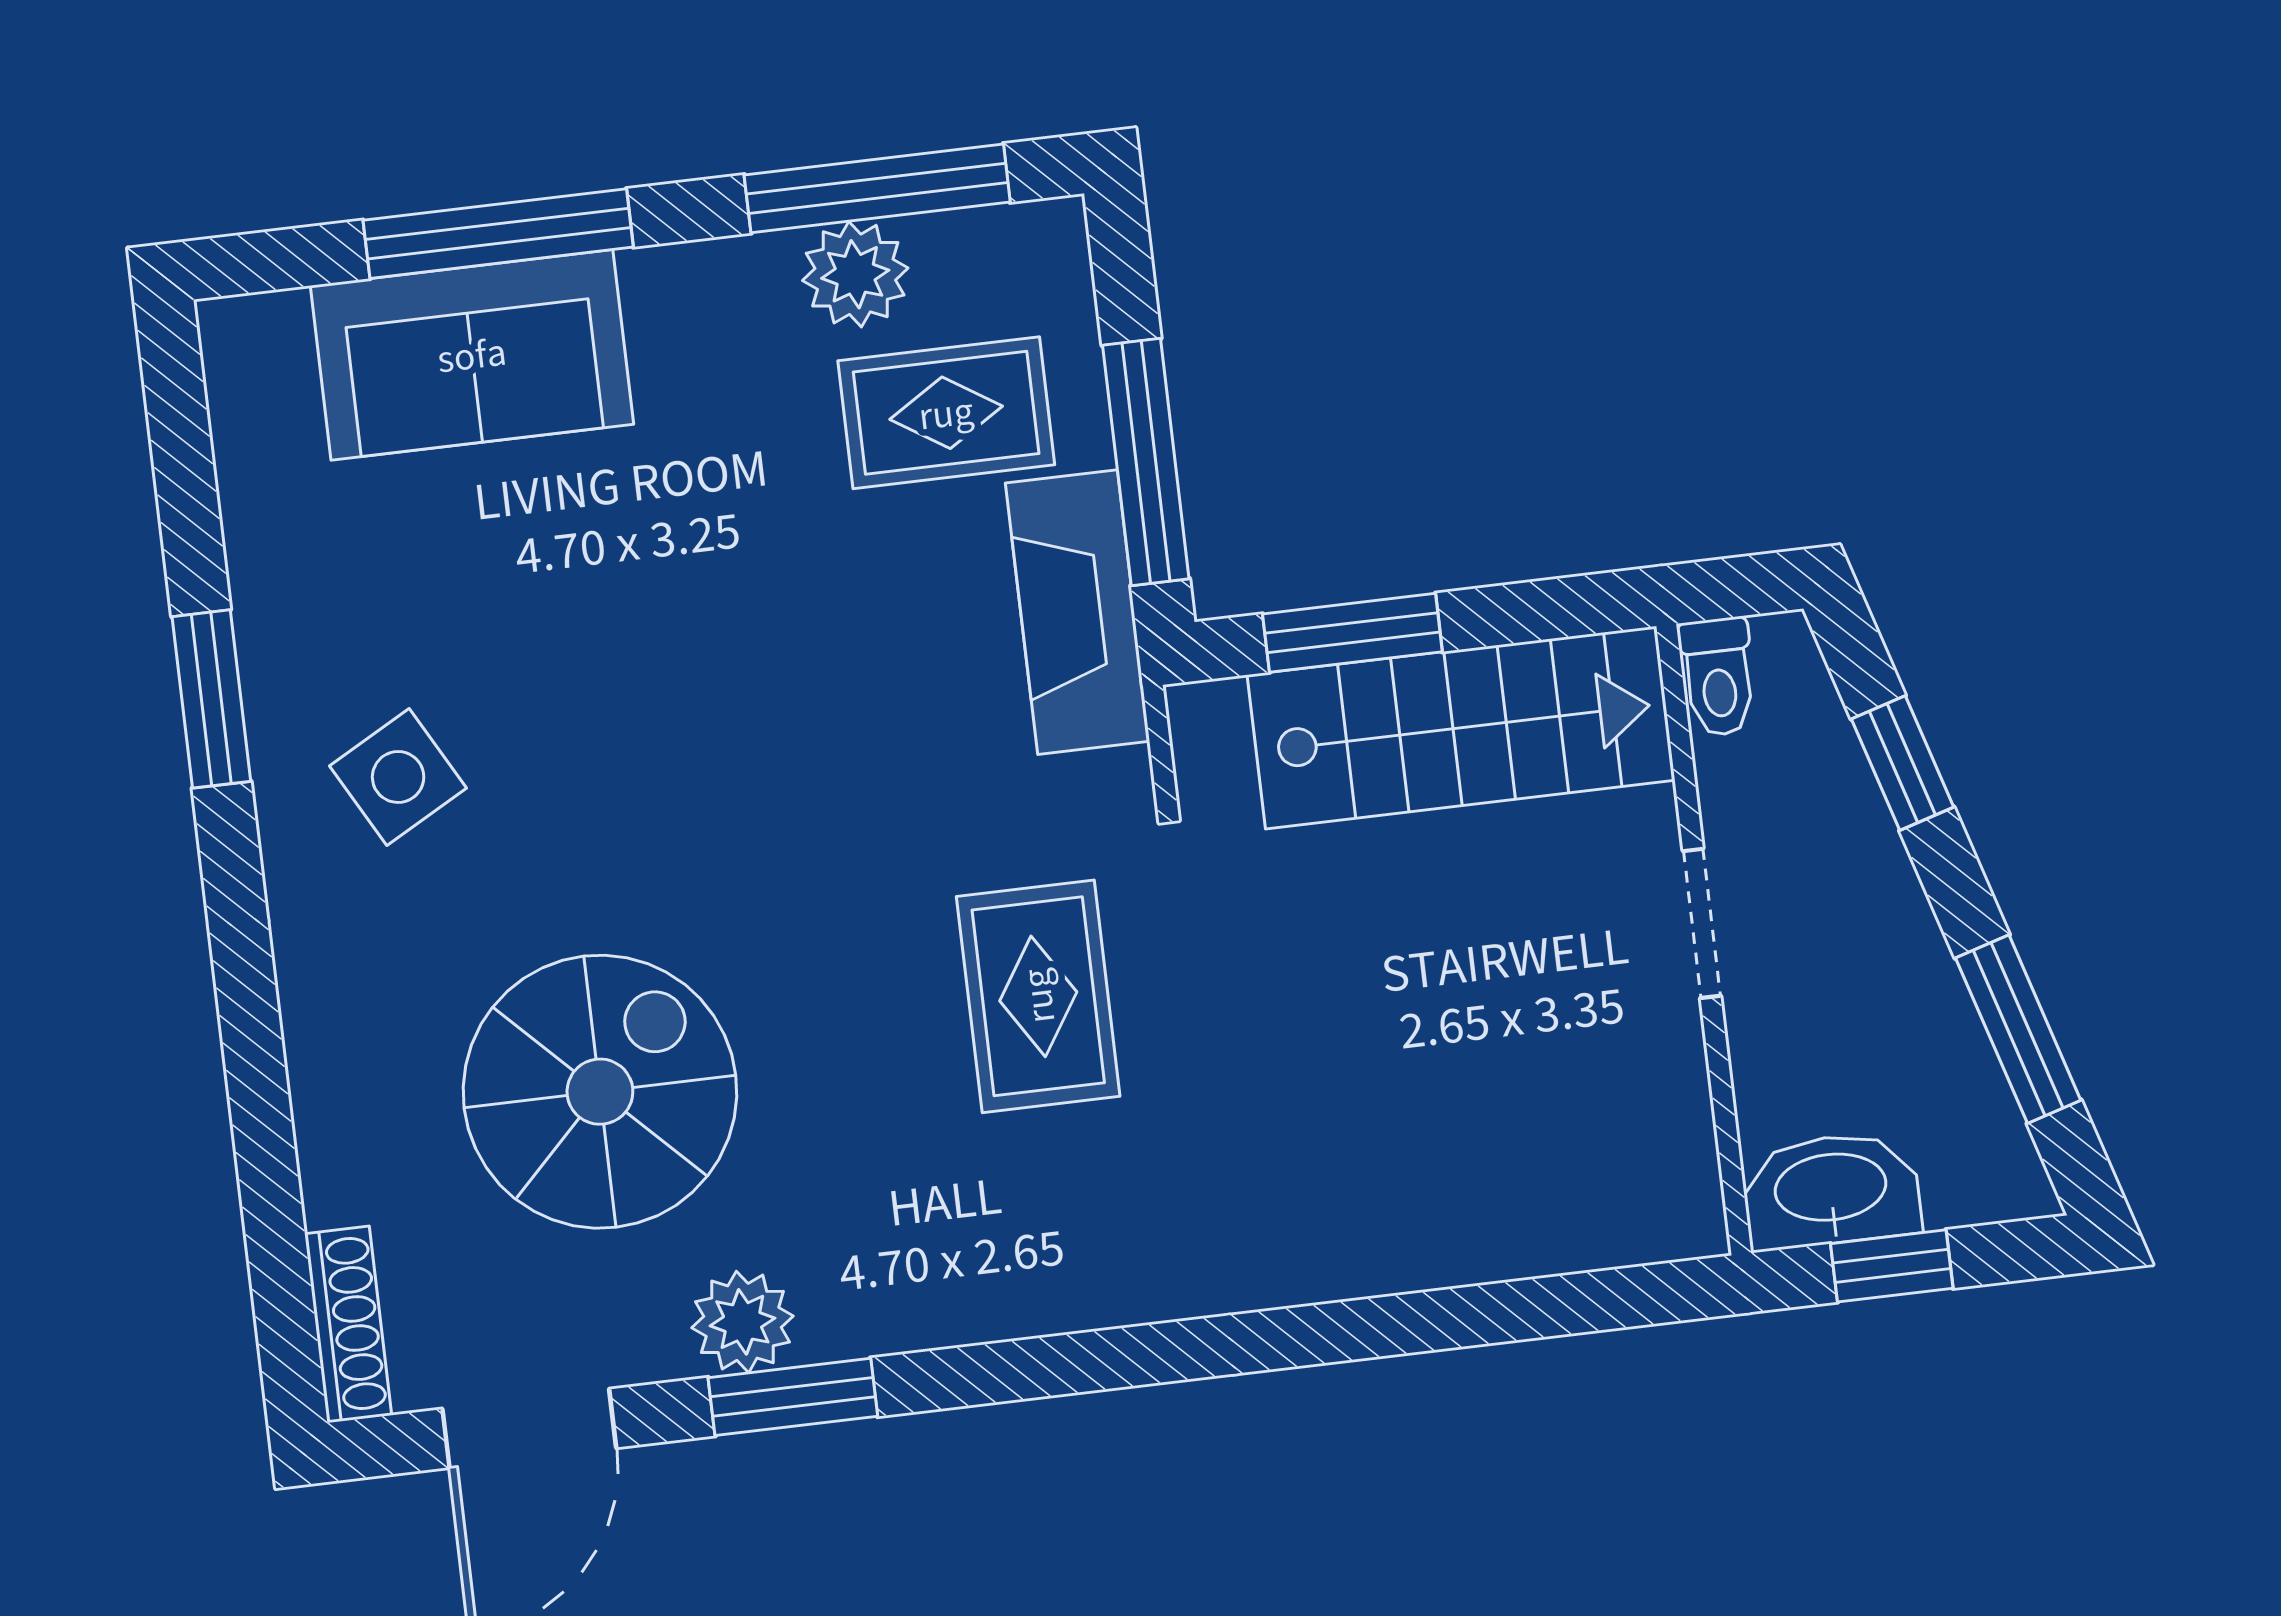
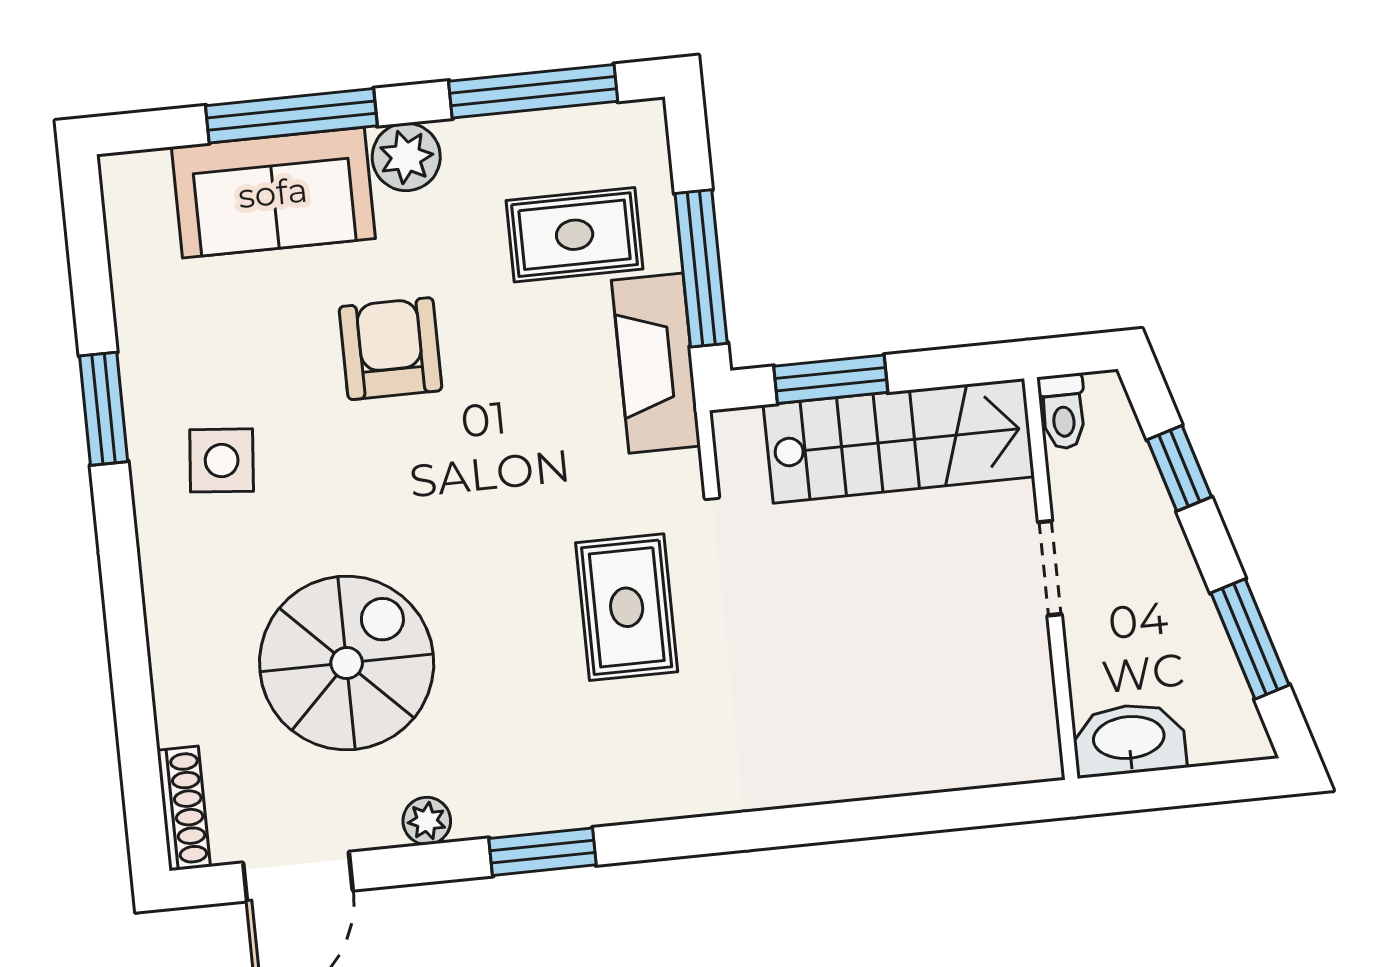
plant: (855, 274) -> (406, 157), moved
armchair: (660, 597) -> (391, 349), added
side table: (398, 777) -> (222, 460), turned 34
window: (1892, 1266) -> (1167, 788), removed
plant: (742, 1322) -> (427, 821), width x0.73, depth x0.73
window: (793, 1397) -> (543, 852), moved

